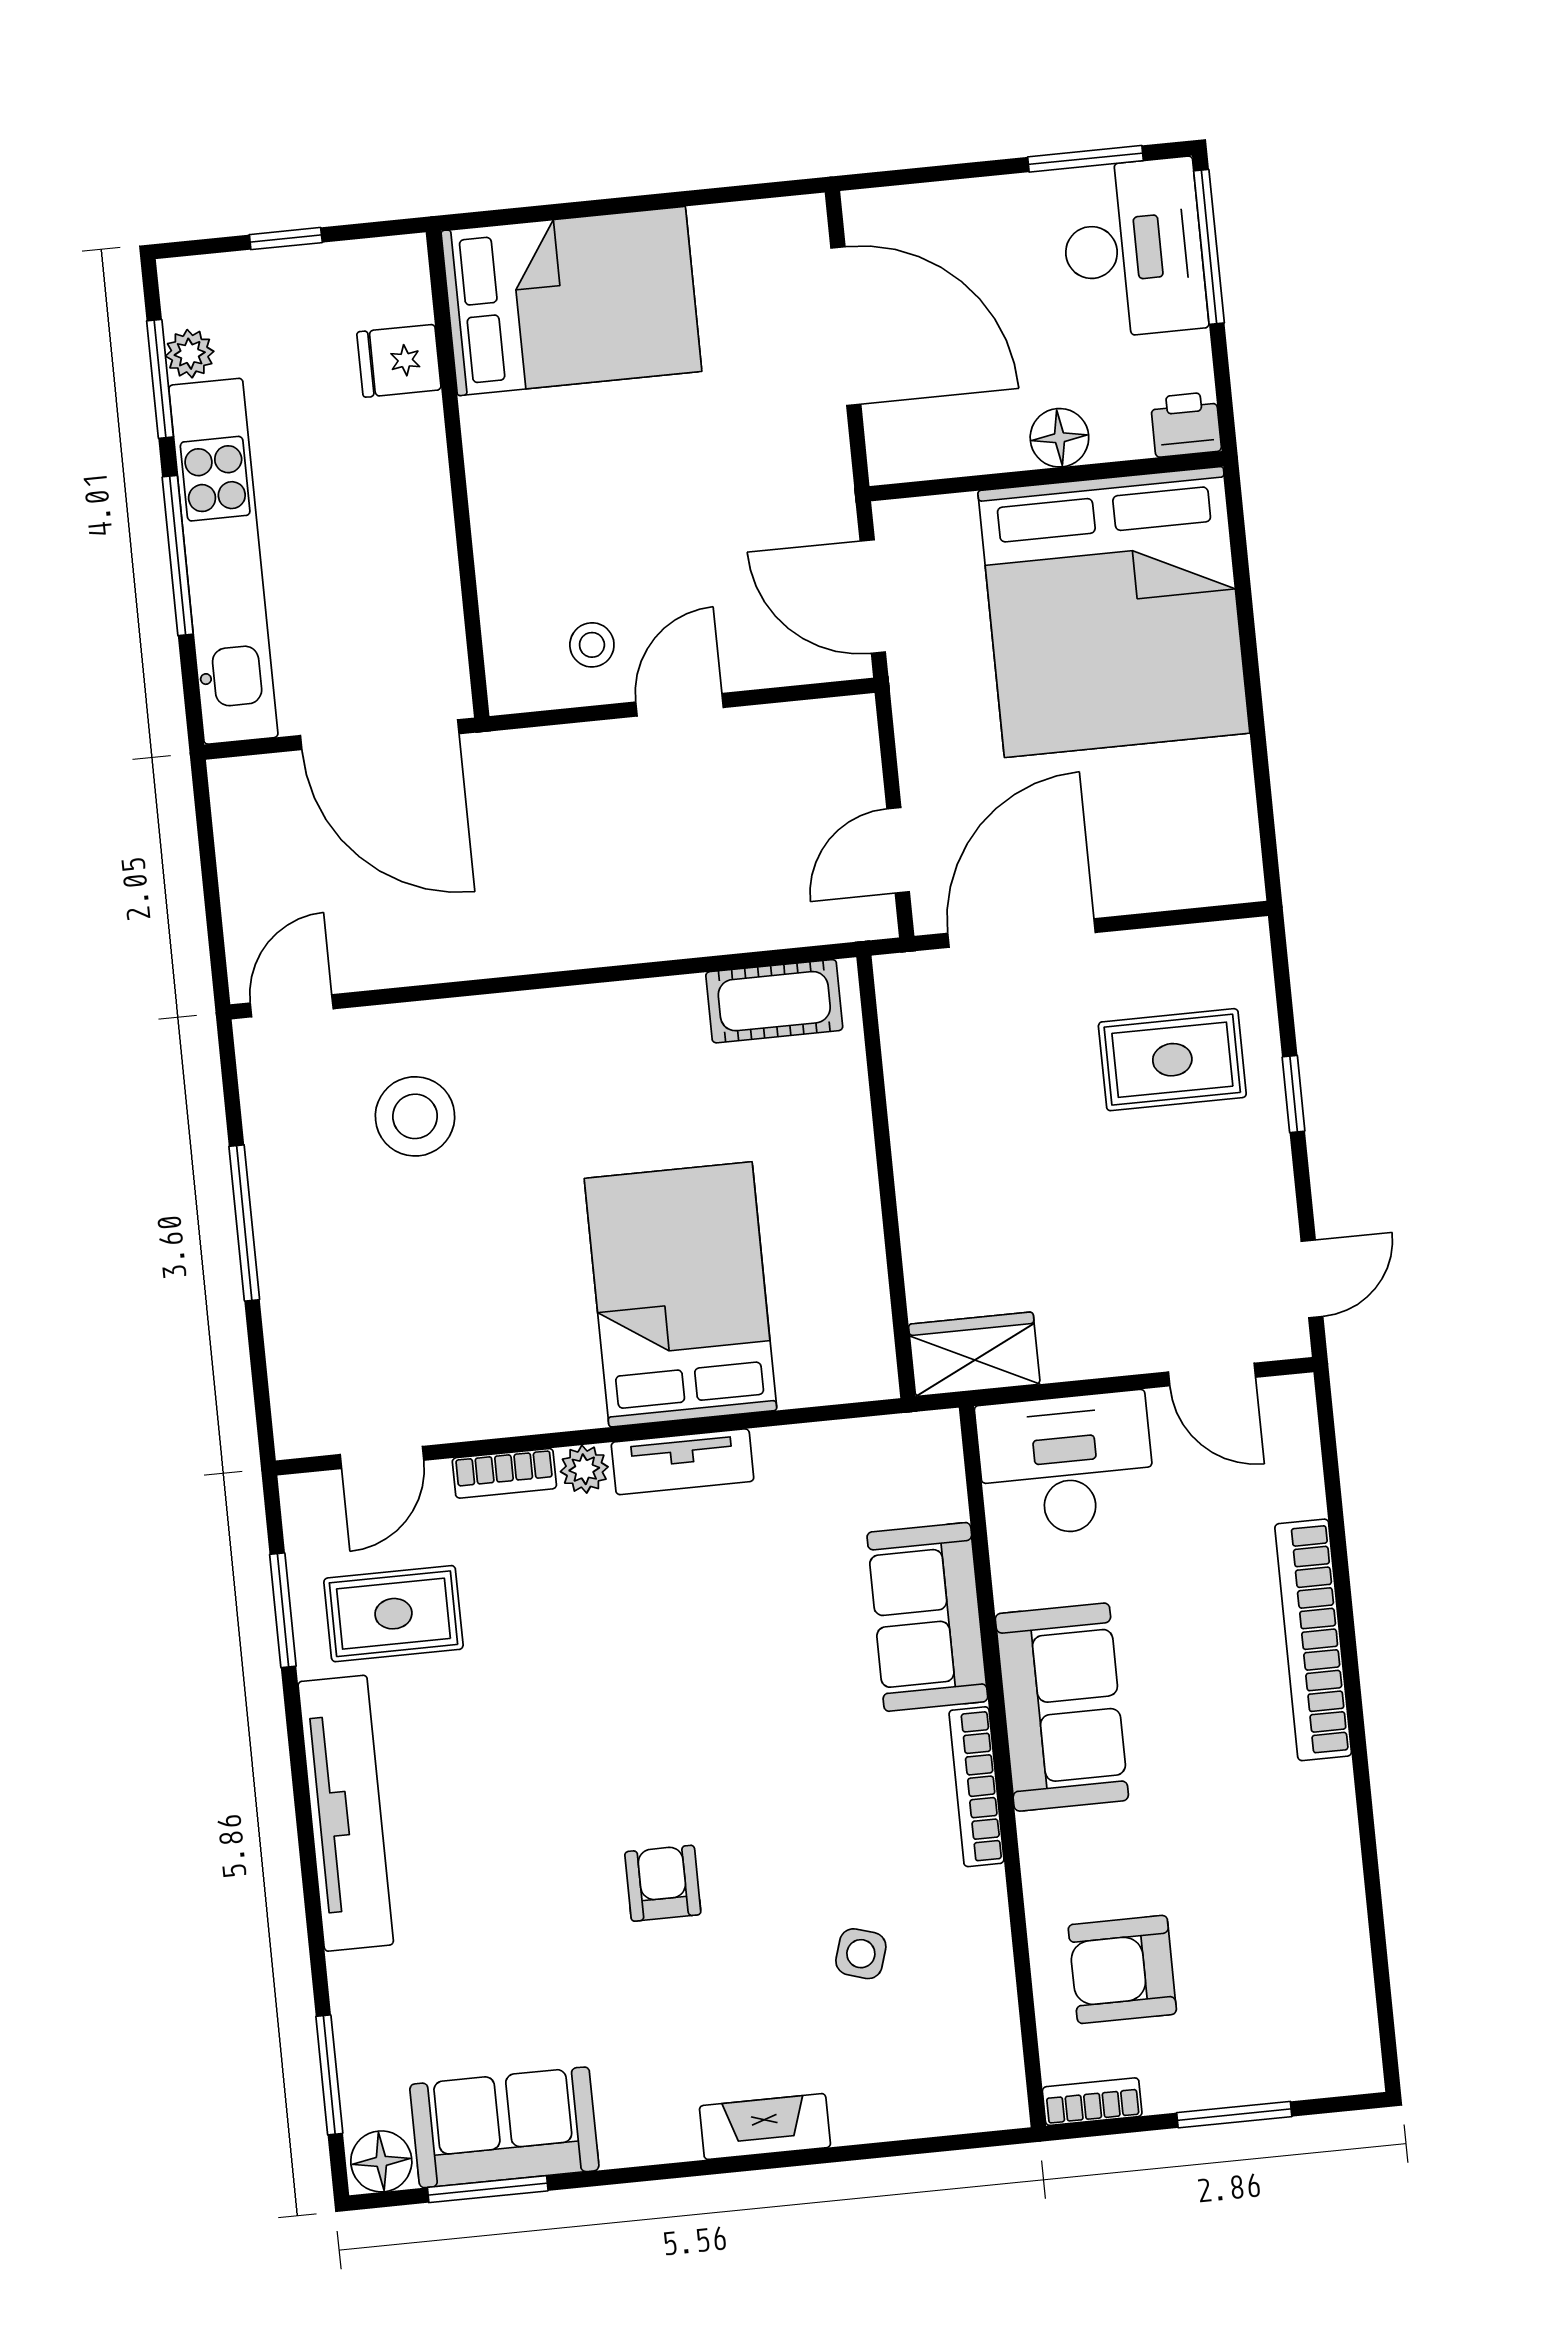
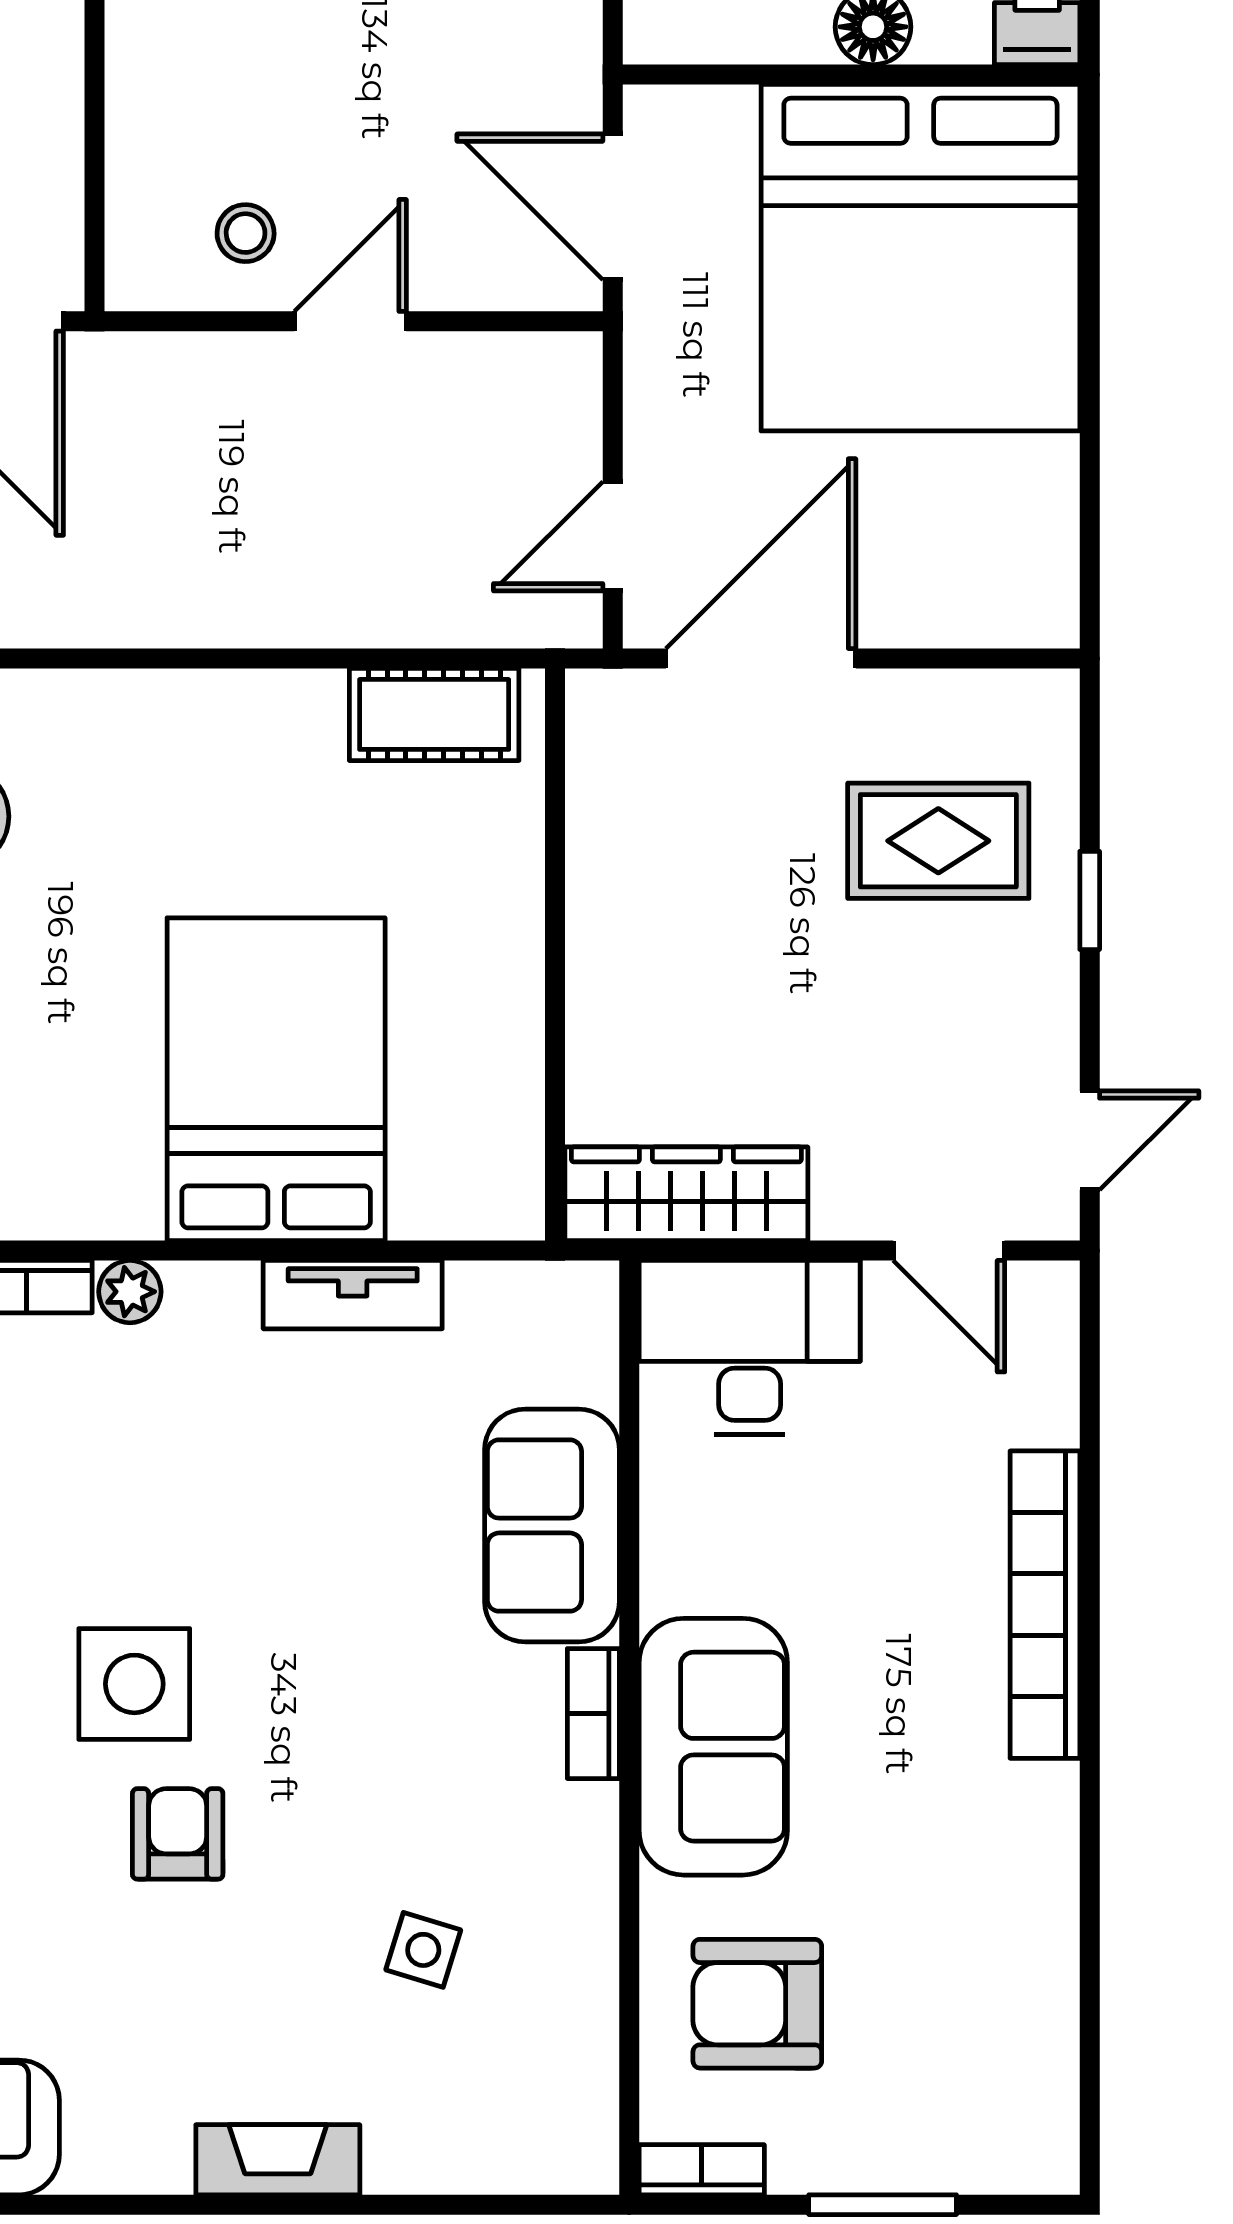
wardrobe: (974, 1354) -> (686, 1194), width x1.50
tv unit: (683, 1462) -> (353, 1295), moved
sofa: (1062, 1707) -> (713, 1747), moved
side table: (618, 1771) -> (134, 1684), added
bookcase: (976, 1787) -> (593, 1714), width x0.64

